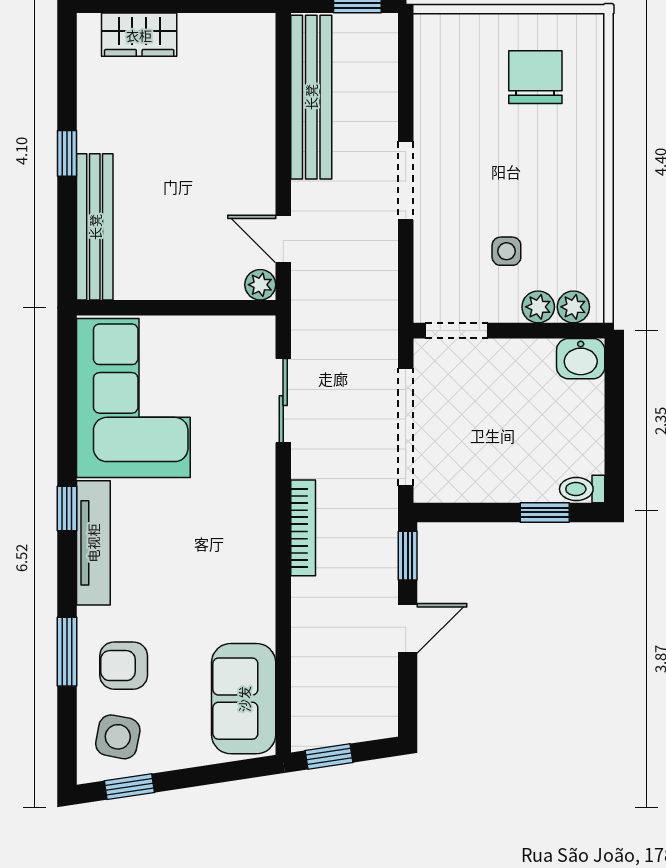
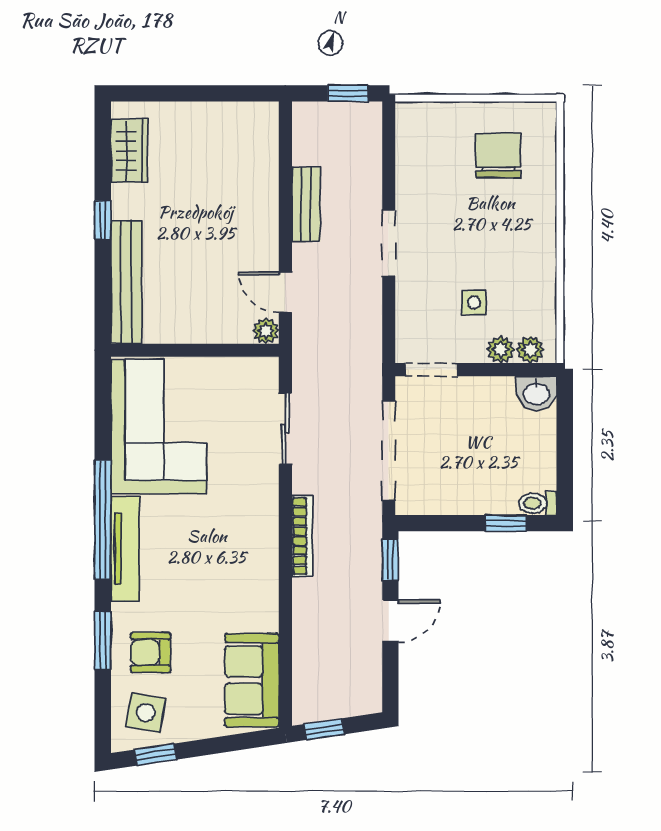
wardrobe: (139, 35) -> (129, 151), moved, turned -90
bench: (311, 97) -> (306, 205), width x0.54, depth x0.82
window: (67, 508) -> (103, 520), width x3.17

